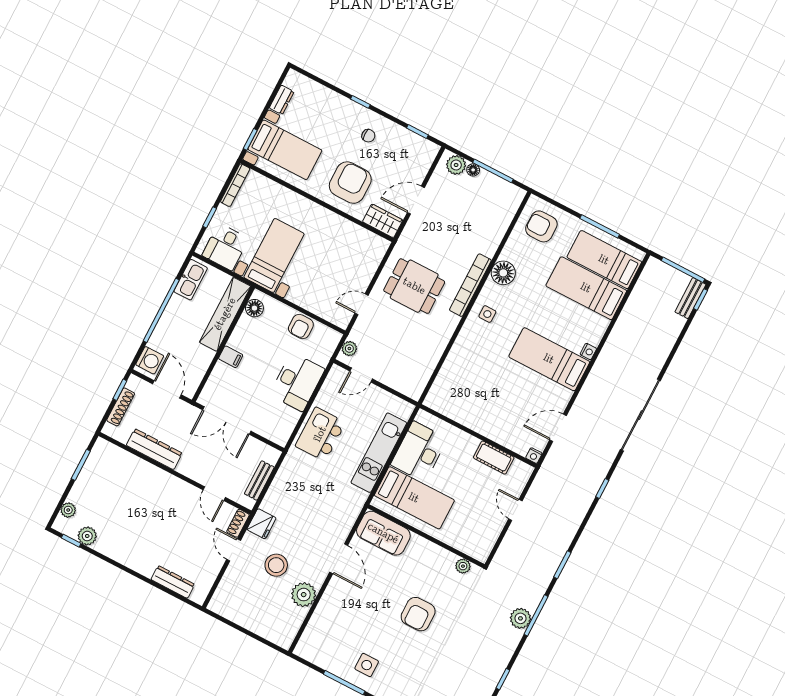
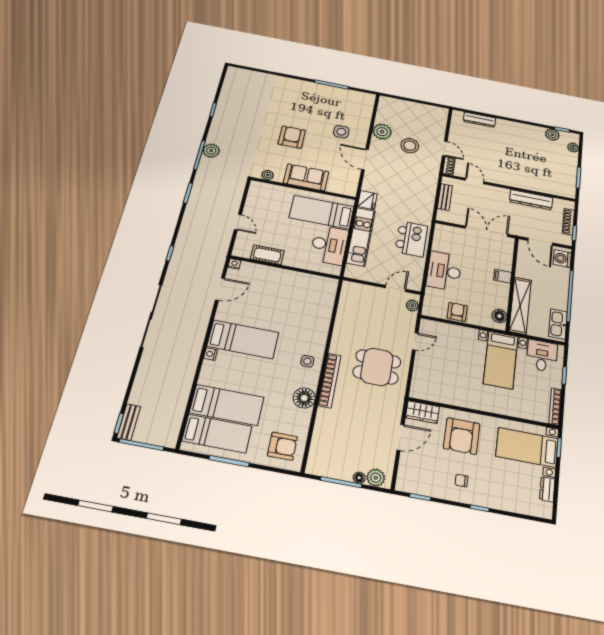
fridge: (261, 524) -> (367, 200), moved, turned 180
sofa: (383, 533) -> (306, 177), moved
side table: (367, 665) -> (341, 132), moved

